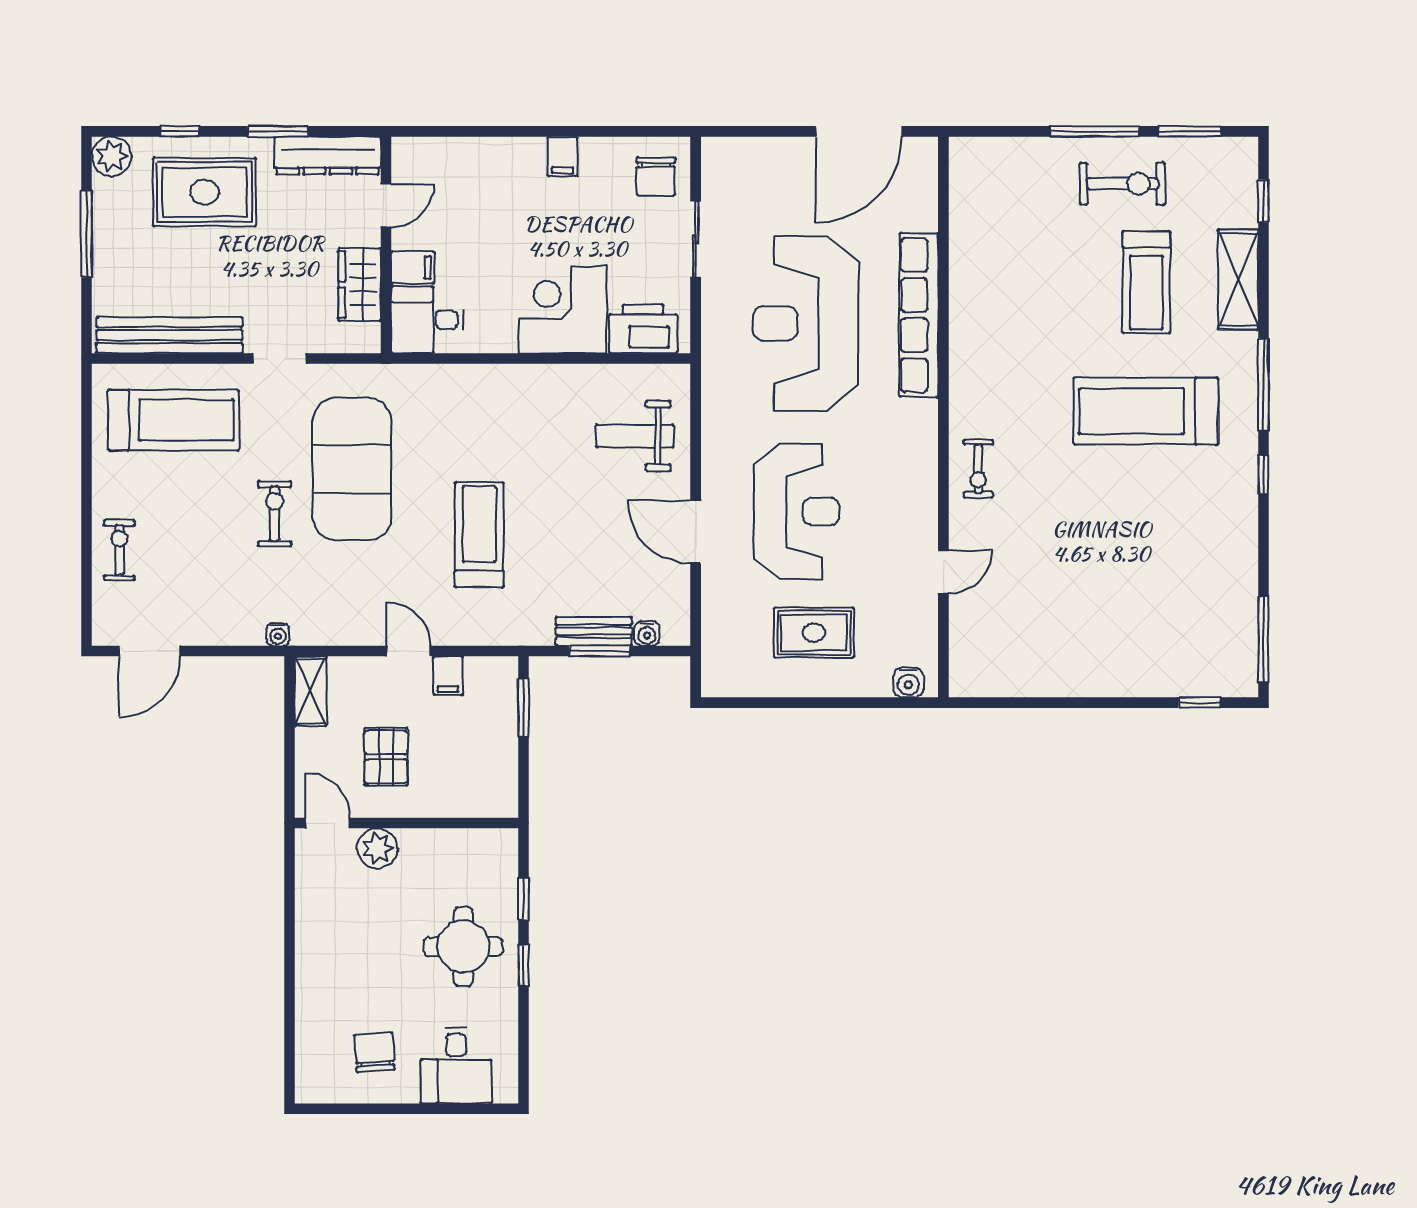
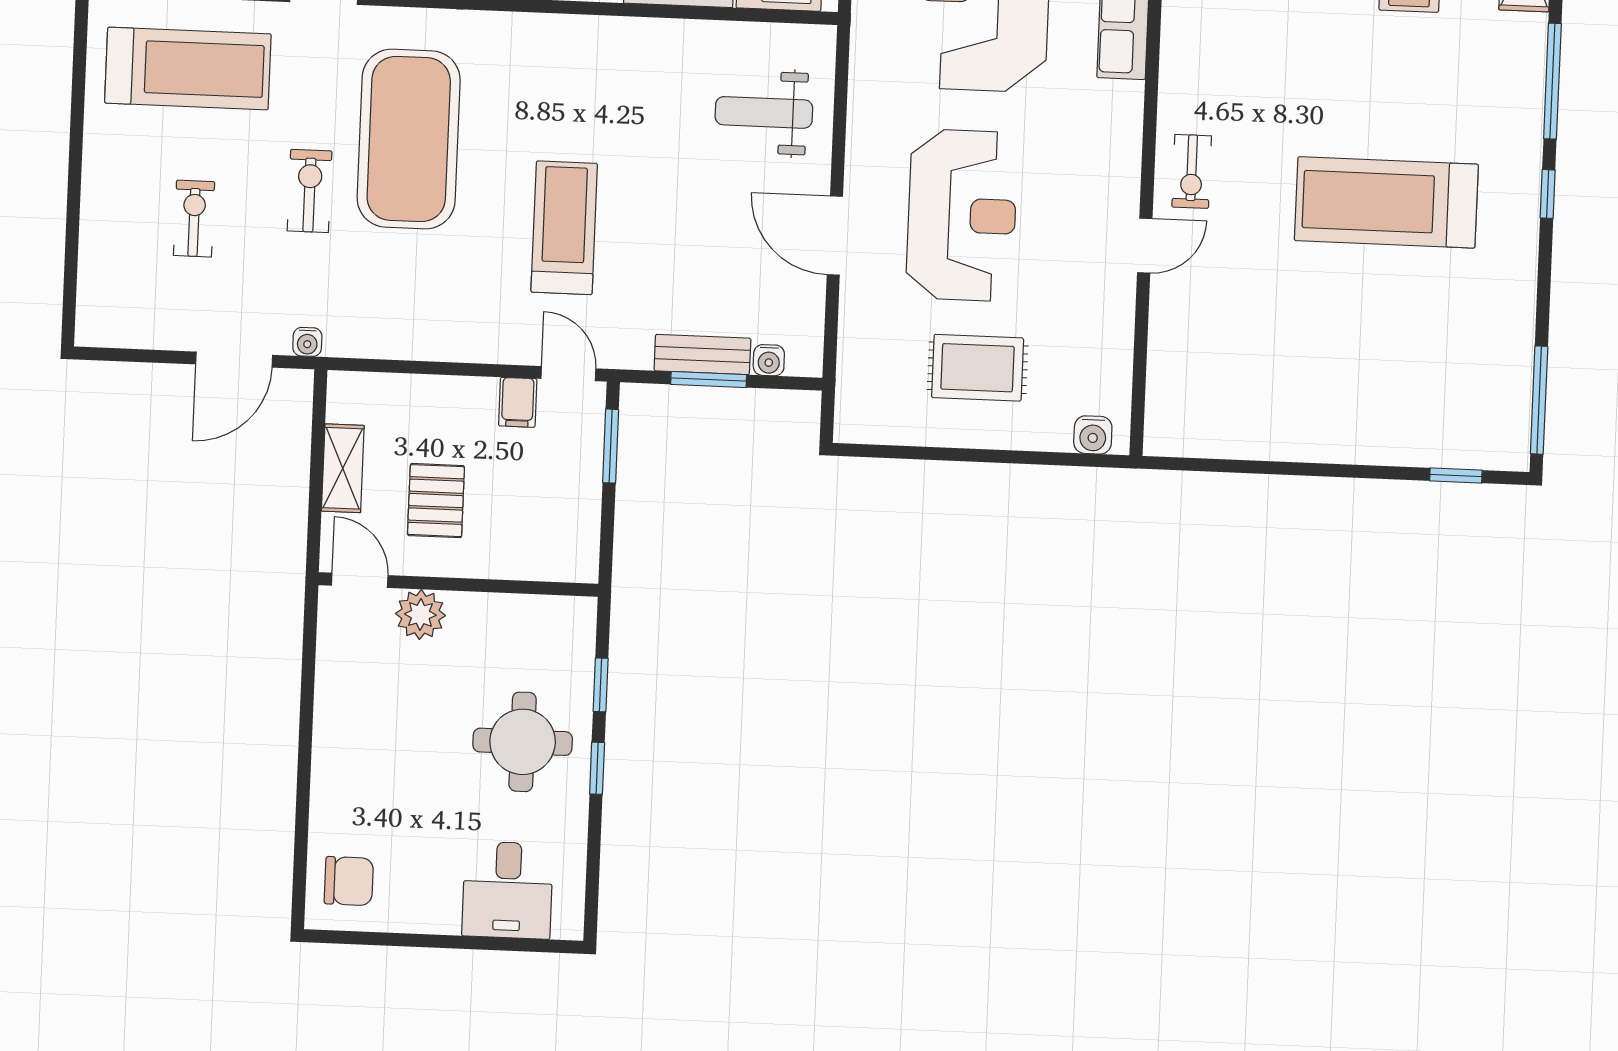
treadmill: (1146, 411) -> (1386, 202), moved
exercise bike: (119, 550) -> (194, 219), moved
door: (943, 572) -> (1145, 246), moved
door: (150, 651) -> (234, 360), moved
door: (409, 651) -> (568, 374), moved
shelving: (310, 691) -> (343, 468), moved
chair: (375, 1052) -> (349, 881), moved, turned 94

